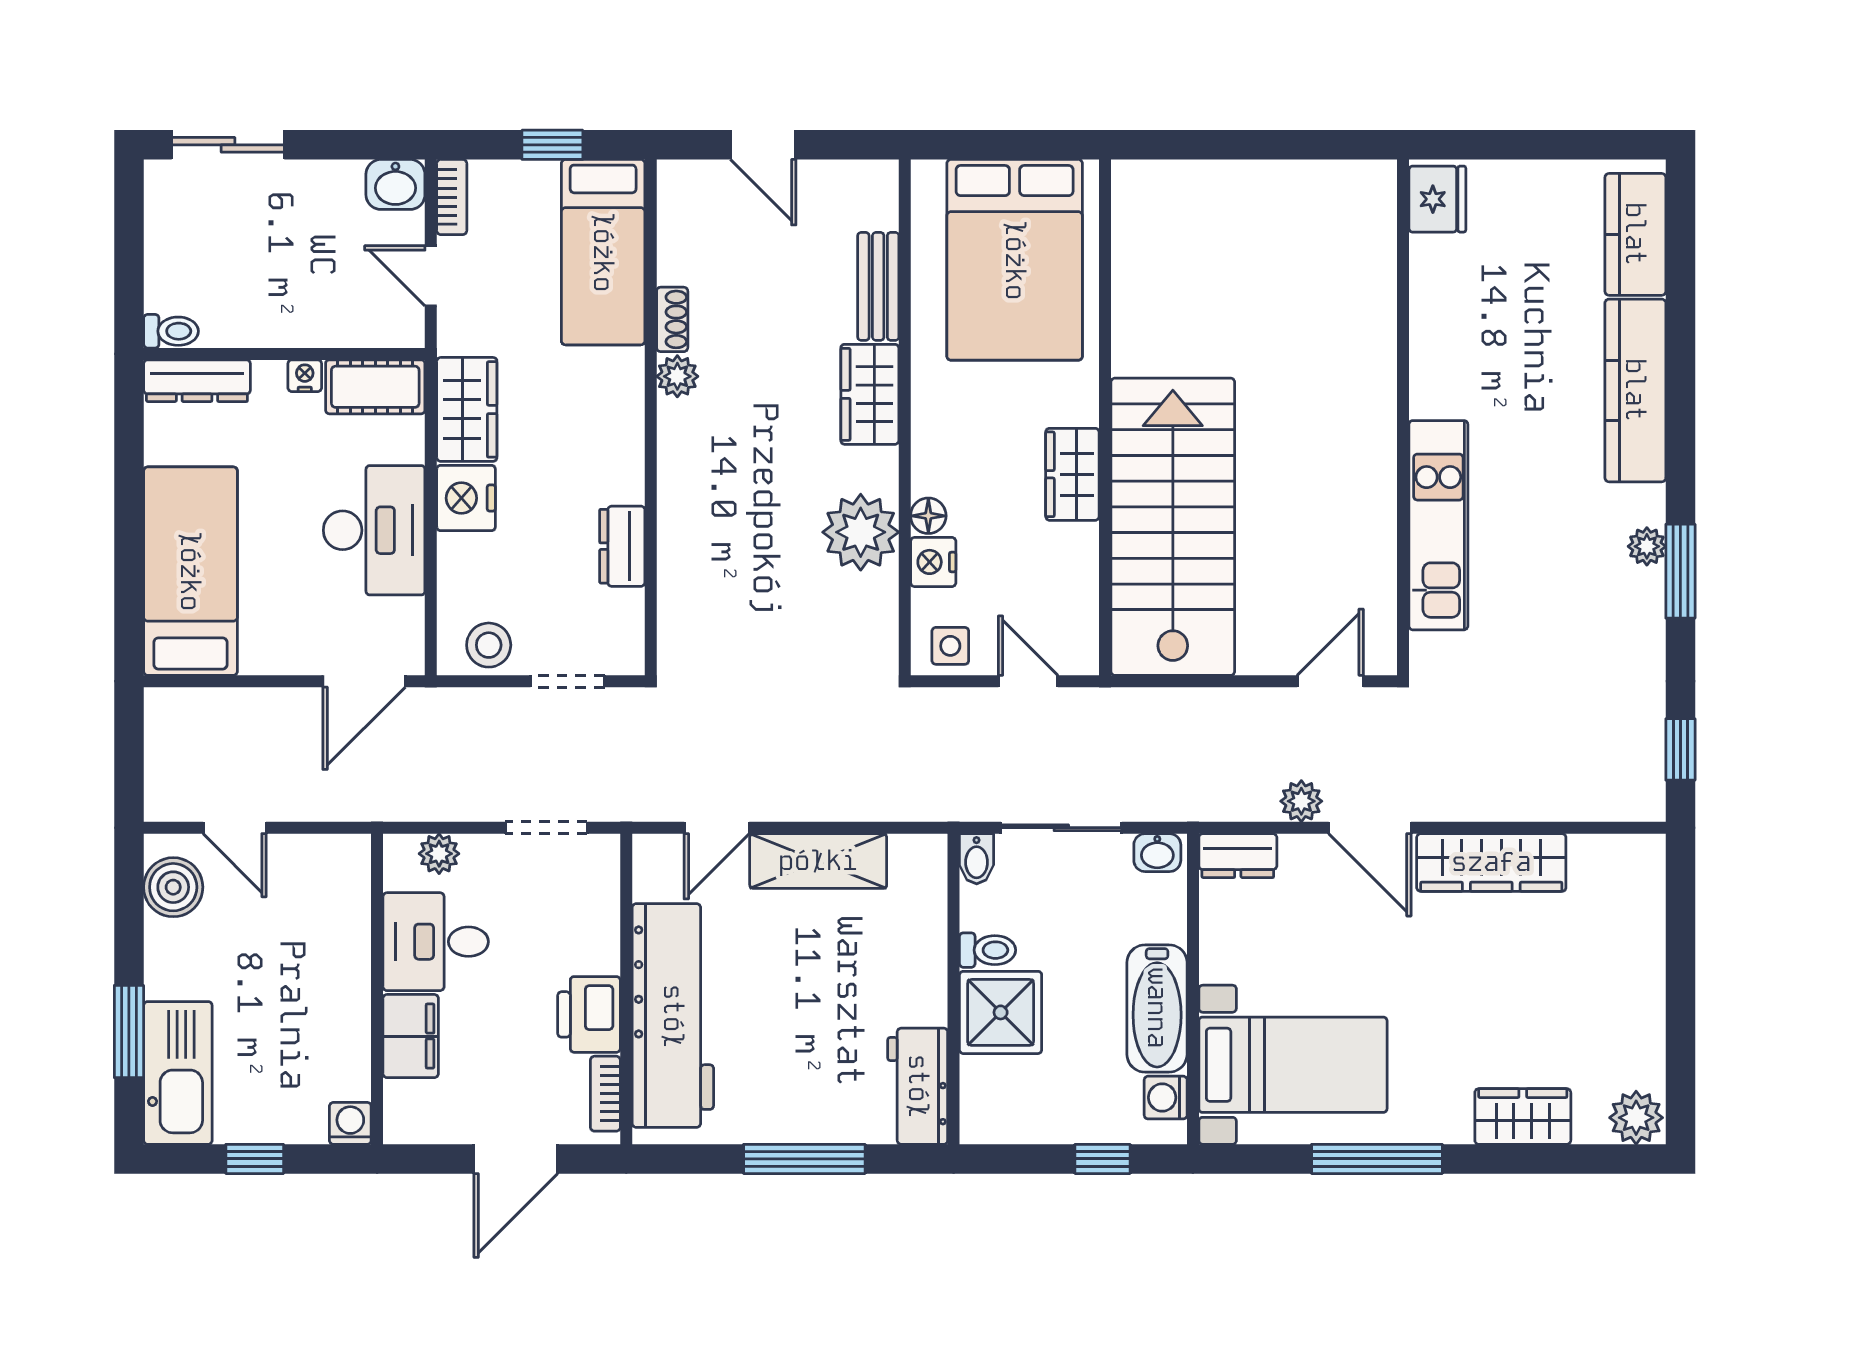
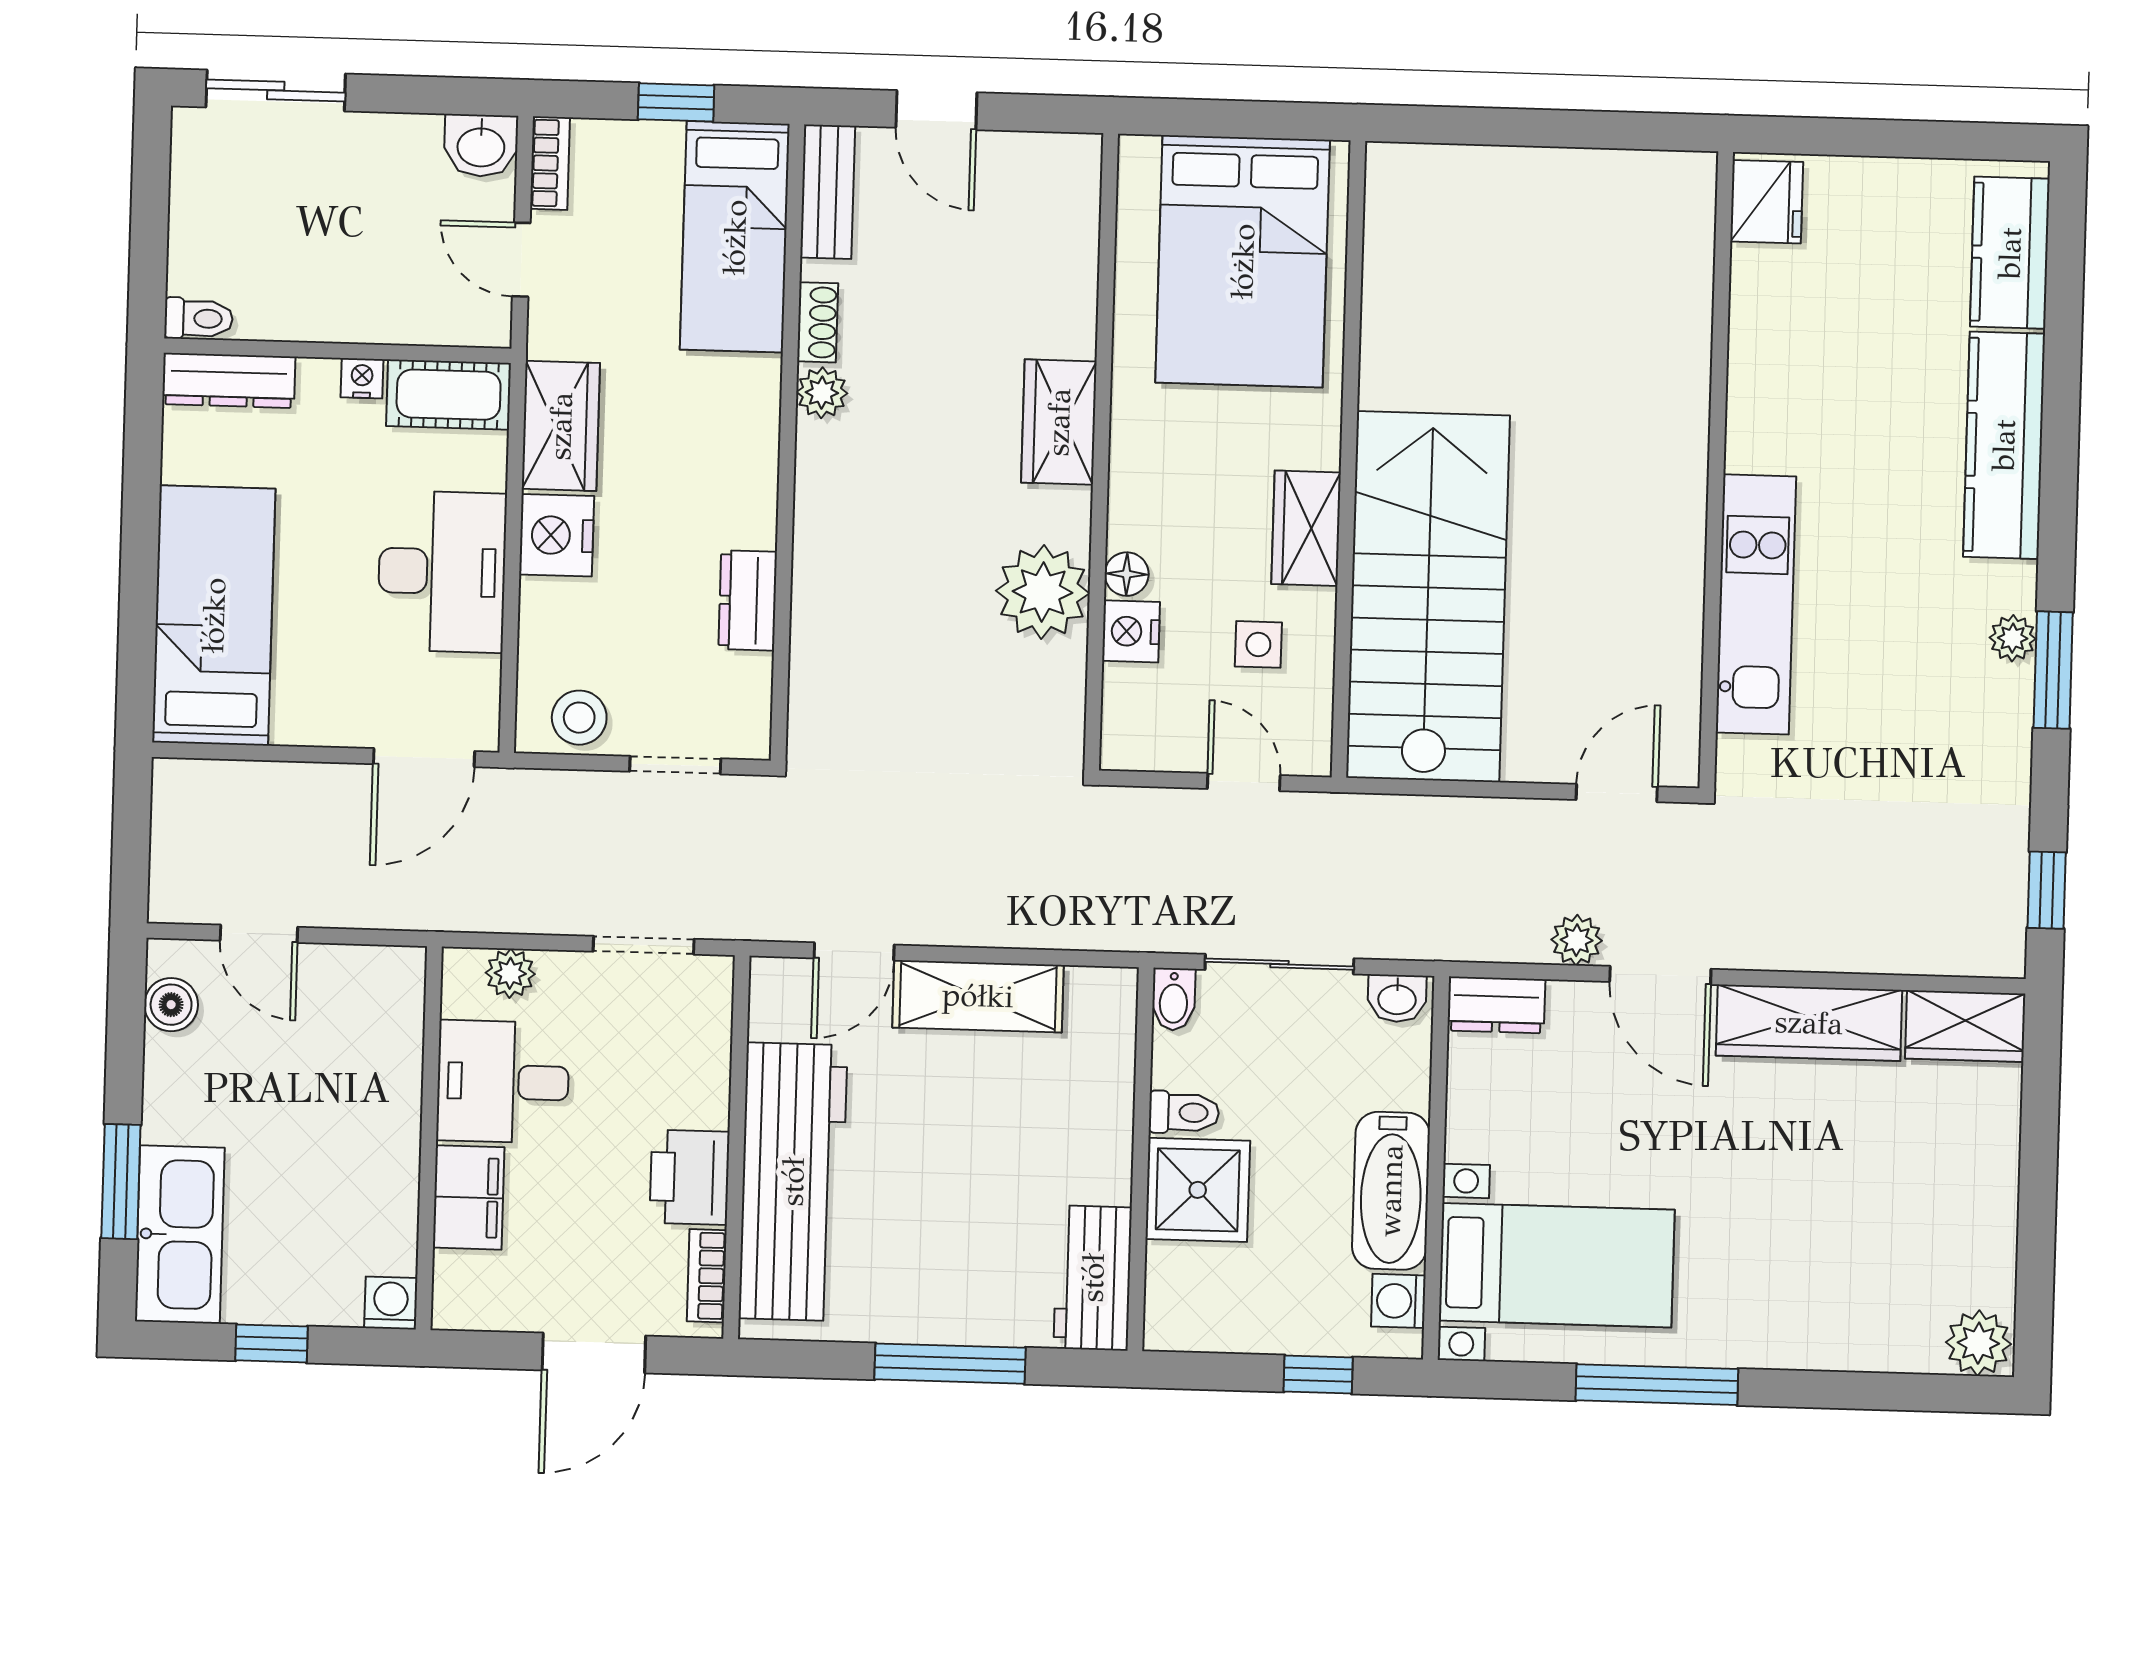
bench: (878, 286) -> (828, 192), moved
side table: (950, 646) -> (1258, 644), moved
boiler: (173, 887) -> (171, 1005), width x0.73, depth x0.73
wardrobe: (1523, 1116) -> (1965, 1026), moved, turned 180

